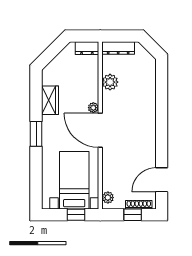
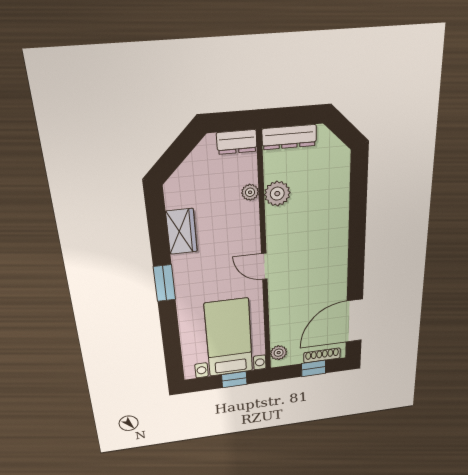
plant: (93, 108) -> (250, 192), moved
door: (100, 130) -> (264, 266), width x0.53
door: (162, 180) -> (354, 321), width x1.36

